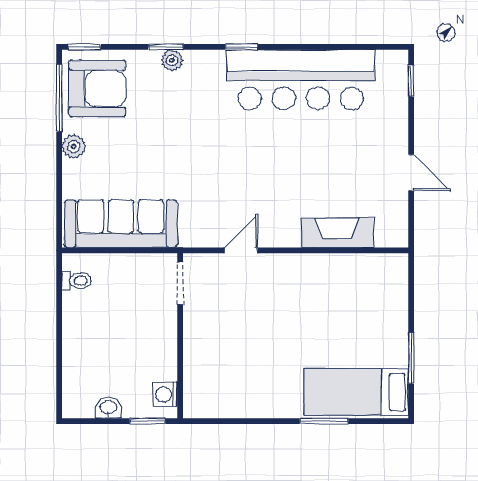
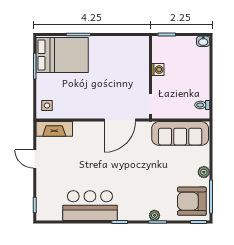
bar counter: (301, 80) -> (90, 206), width x0.73
fireplace: (337, 233) -> (54, 129), moved
door: (241, 250) -> (120, 120), width x1.87
side table: (387, 280) -> (47, 105), added
bed: (356, 392) -> (62, 55), width x1.50
washing machine: (165, 394) -> (158, 70), moved
washbasin: (108, 408) -> (203, 41), moved

